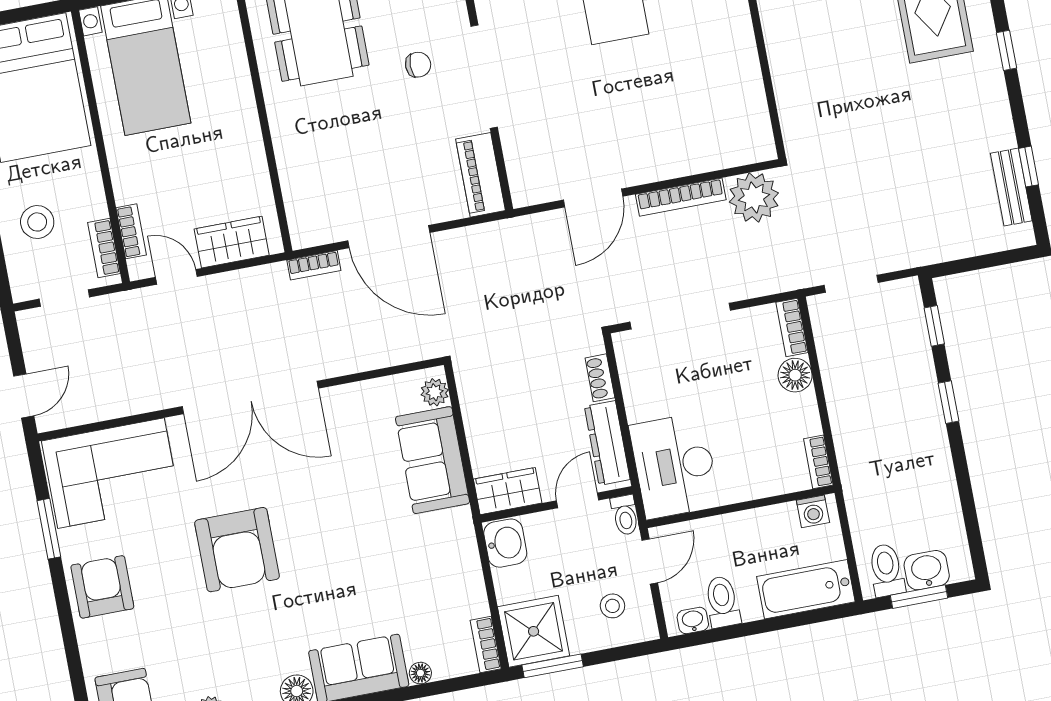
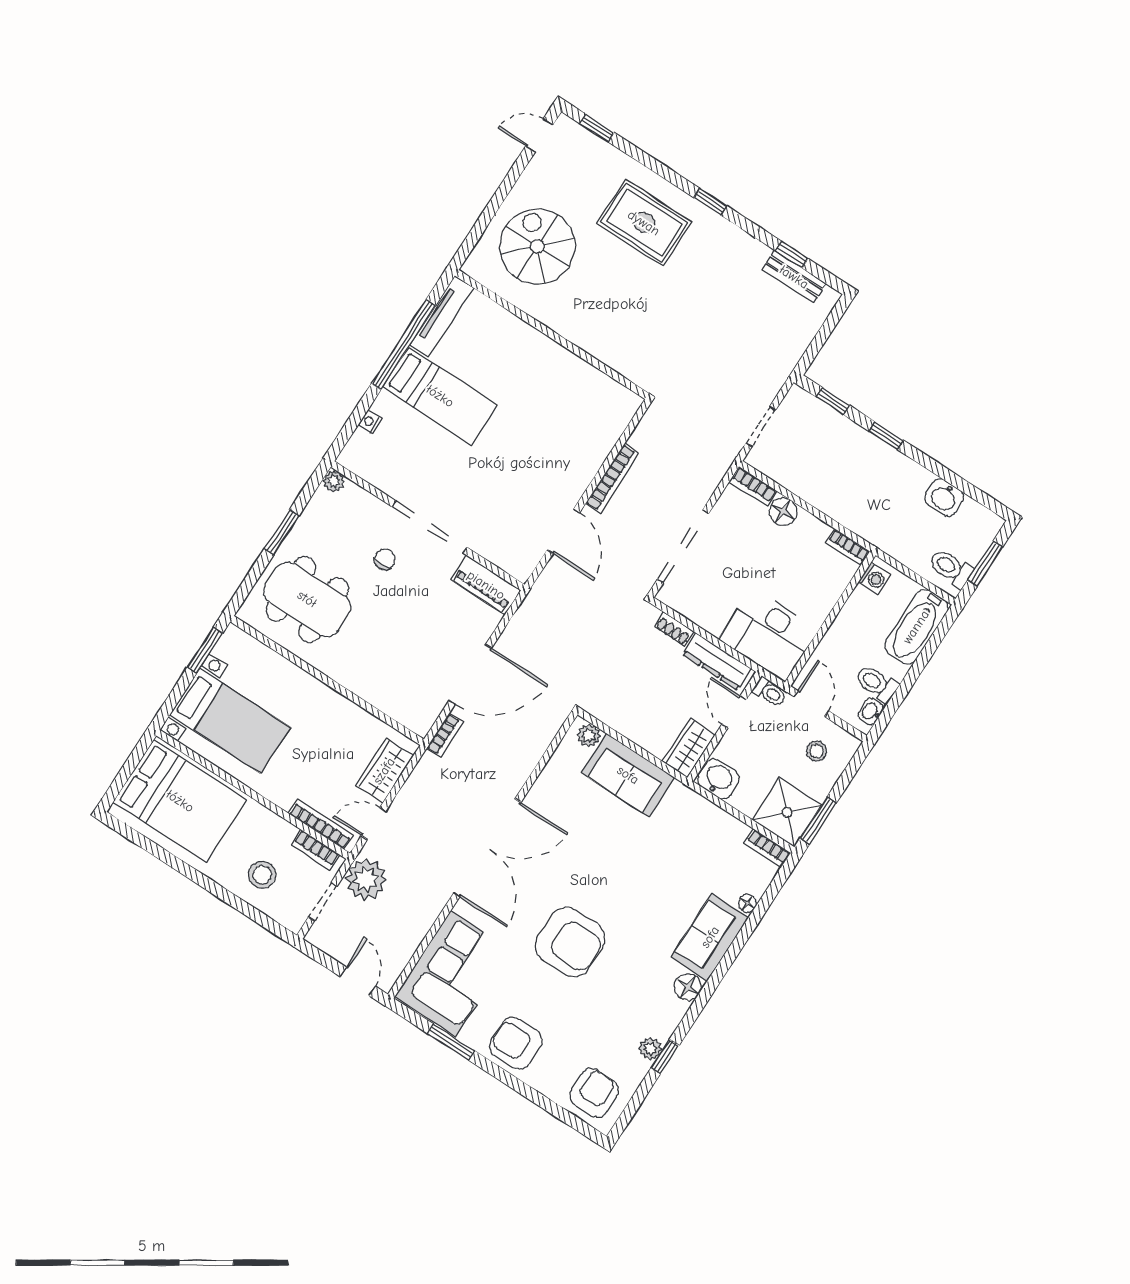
plant: (754, 197) -> (366, 879), moved
bookcase: (131, 231) -> (321, 824), width x1.56
washbasin: (927, 570) -> (944, 497), moved, turned -90

